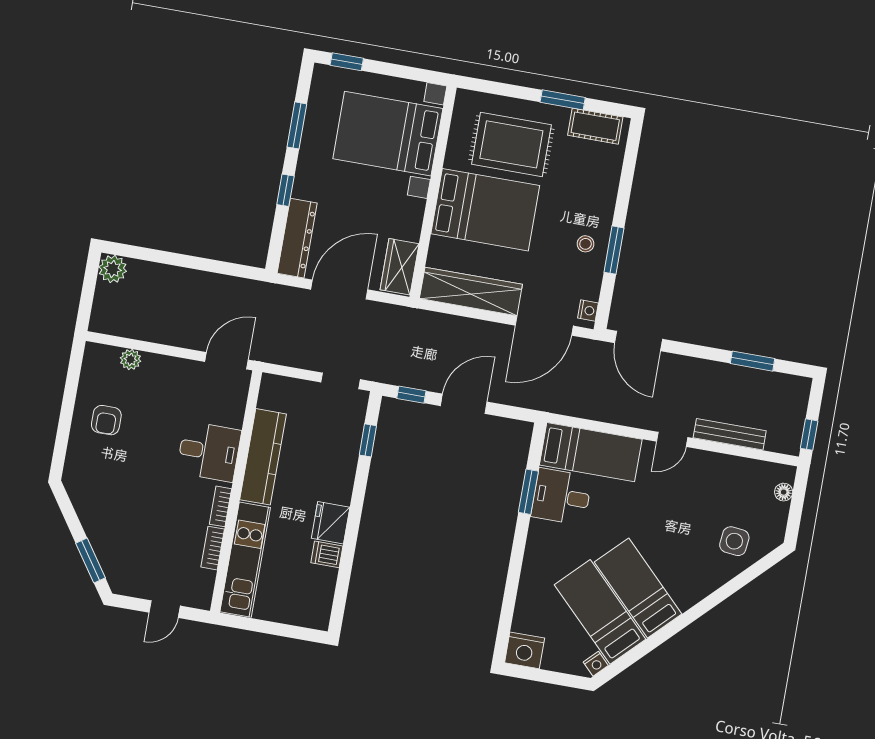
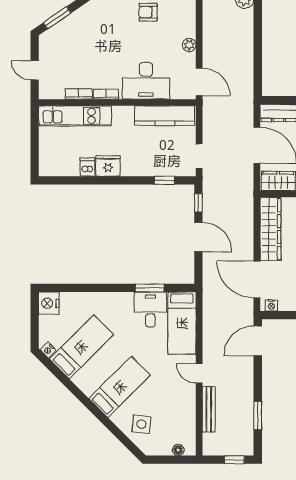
plant: (131, 360) -> (189, 45), moved
window: (809, 435) -> (234, 460), moved
desk: (209, 452) -> (146, 81), width x1.37
kitchen counter: (263, 457) -> (165, 116), moved
bed: (638, 588) -> (120, 387), moved

